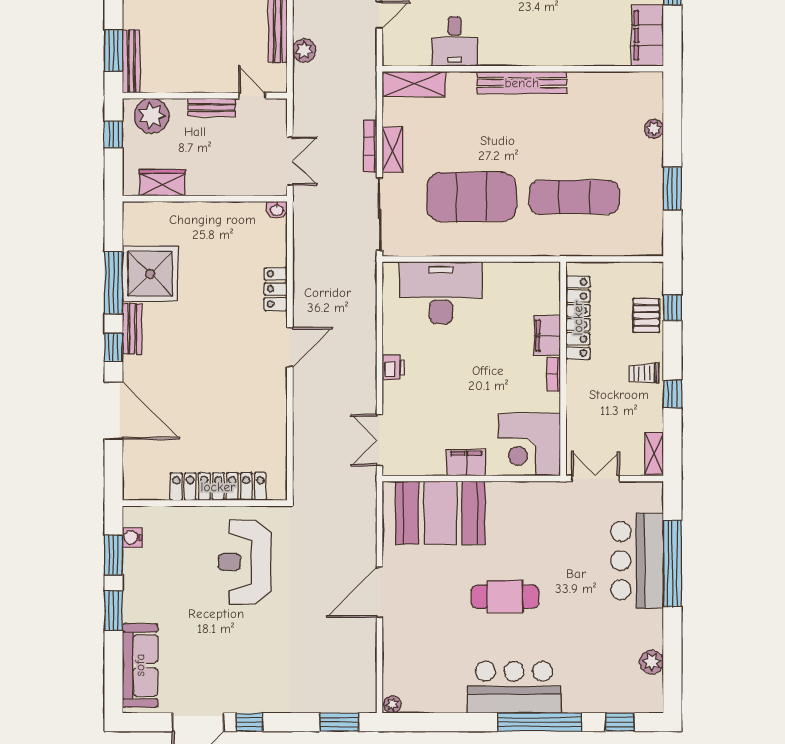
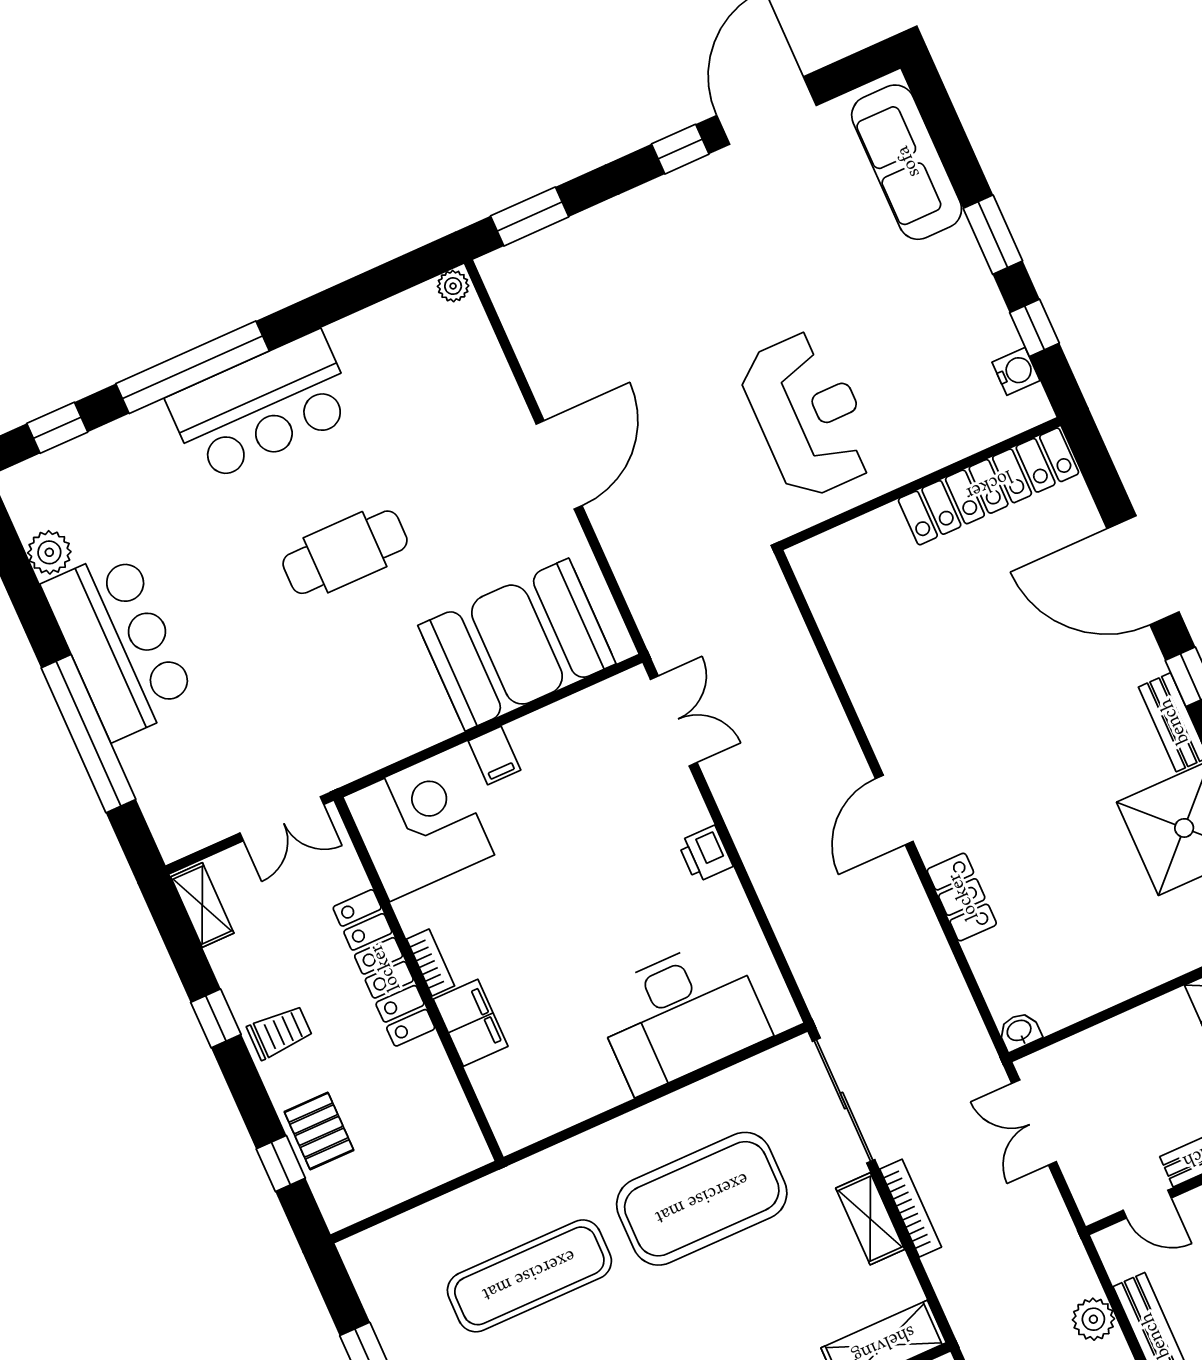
locker: (578, 318) -> (384, 968), moved
filing cabinet: (466, 463) -> (494, 756), width x0.50
locker: (218, 487) -> (989, 486), moved
window: (113, 555) -> (1035, 328), width x0.67
bar counter: (637, 561) -> (120, 644), moved

